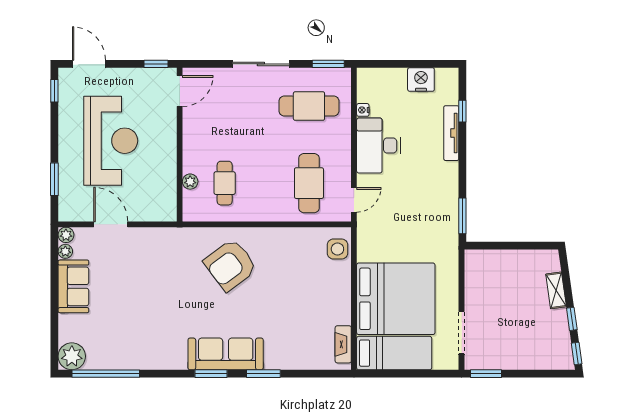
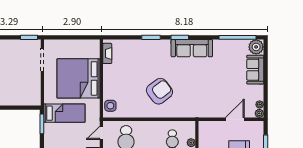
door: (111, 224) -> (235, 119), swing flipped
armchair: (230, 265) -> (159, 91), moved
sofa: (73, 286) -> (255, 70), moved
bed: (394, 353) -> (64, 113), moved, turned 180
sofa: (226, 354) -> (192, 48), moved

